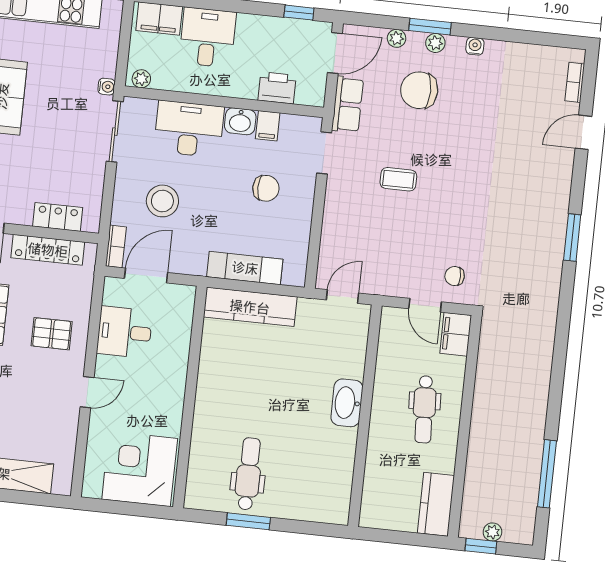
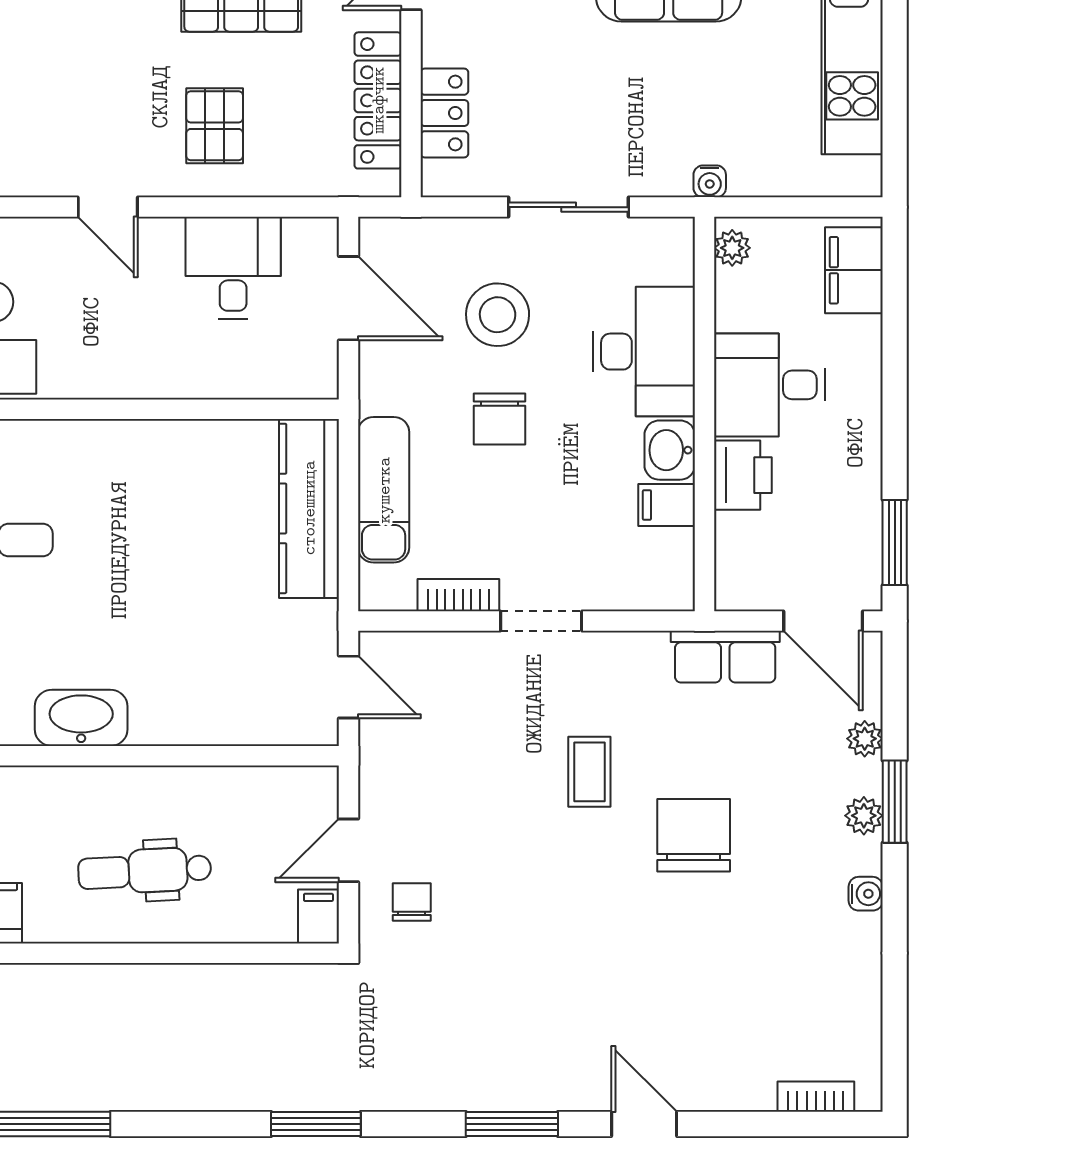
window: (299, 13) -> (895, 542), width x1.50
desk: (208, 37) -> (770, 385), moved, turned 180
printer: (277, 88) -> (743, 475), moved
chair: (419, 90) -> (694, 835), moved
sliding door: (115, 132) -> (569, 207), moved
door: (583, 132) -> (644, 1124), moved
doorway: (324, 153) -> (541, 621), moved
chair: (266, 188) -> (500, 419), moved
bookcase: (116, 246) -> (458, 595), moved, turned 180
filing cabinet: (456, 334) -> (318, 916), width x0.50
window: (562, 336) -> (316, 1124), added
washbasin: (347, 403) -> (81, 718), moved

